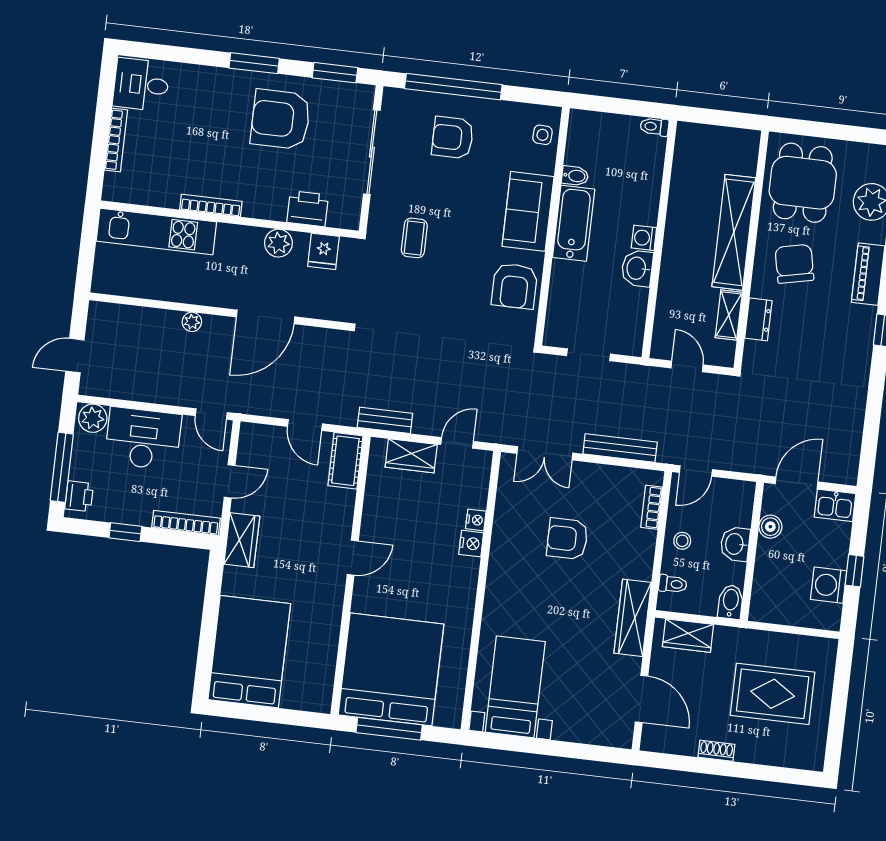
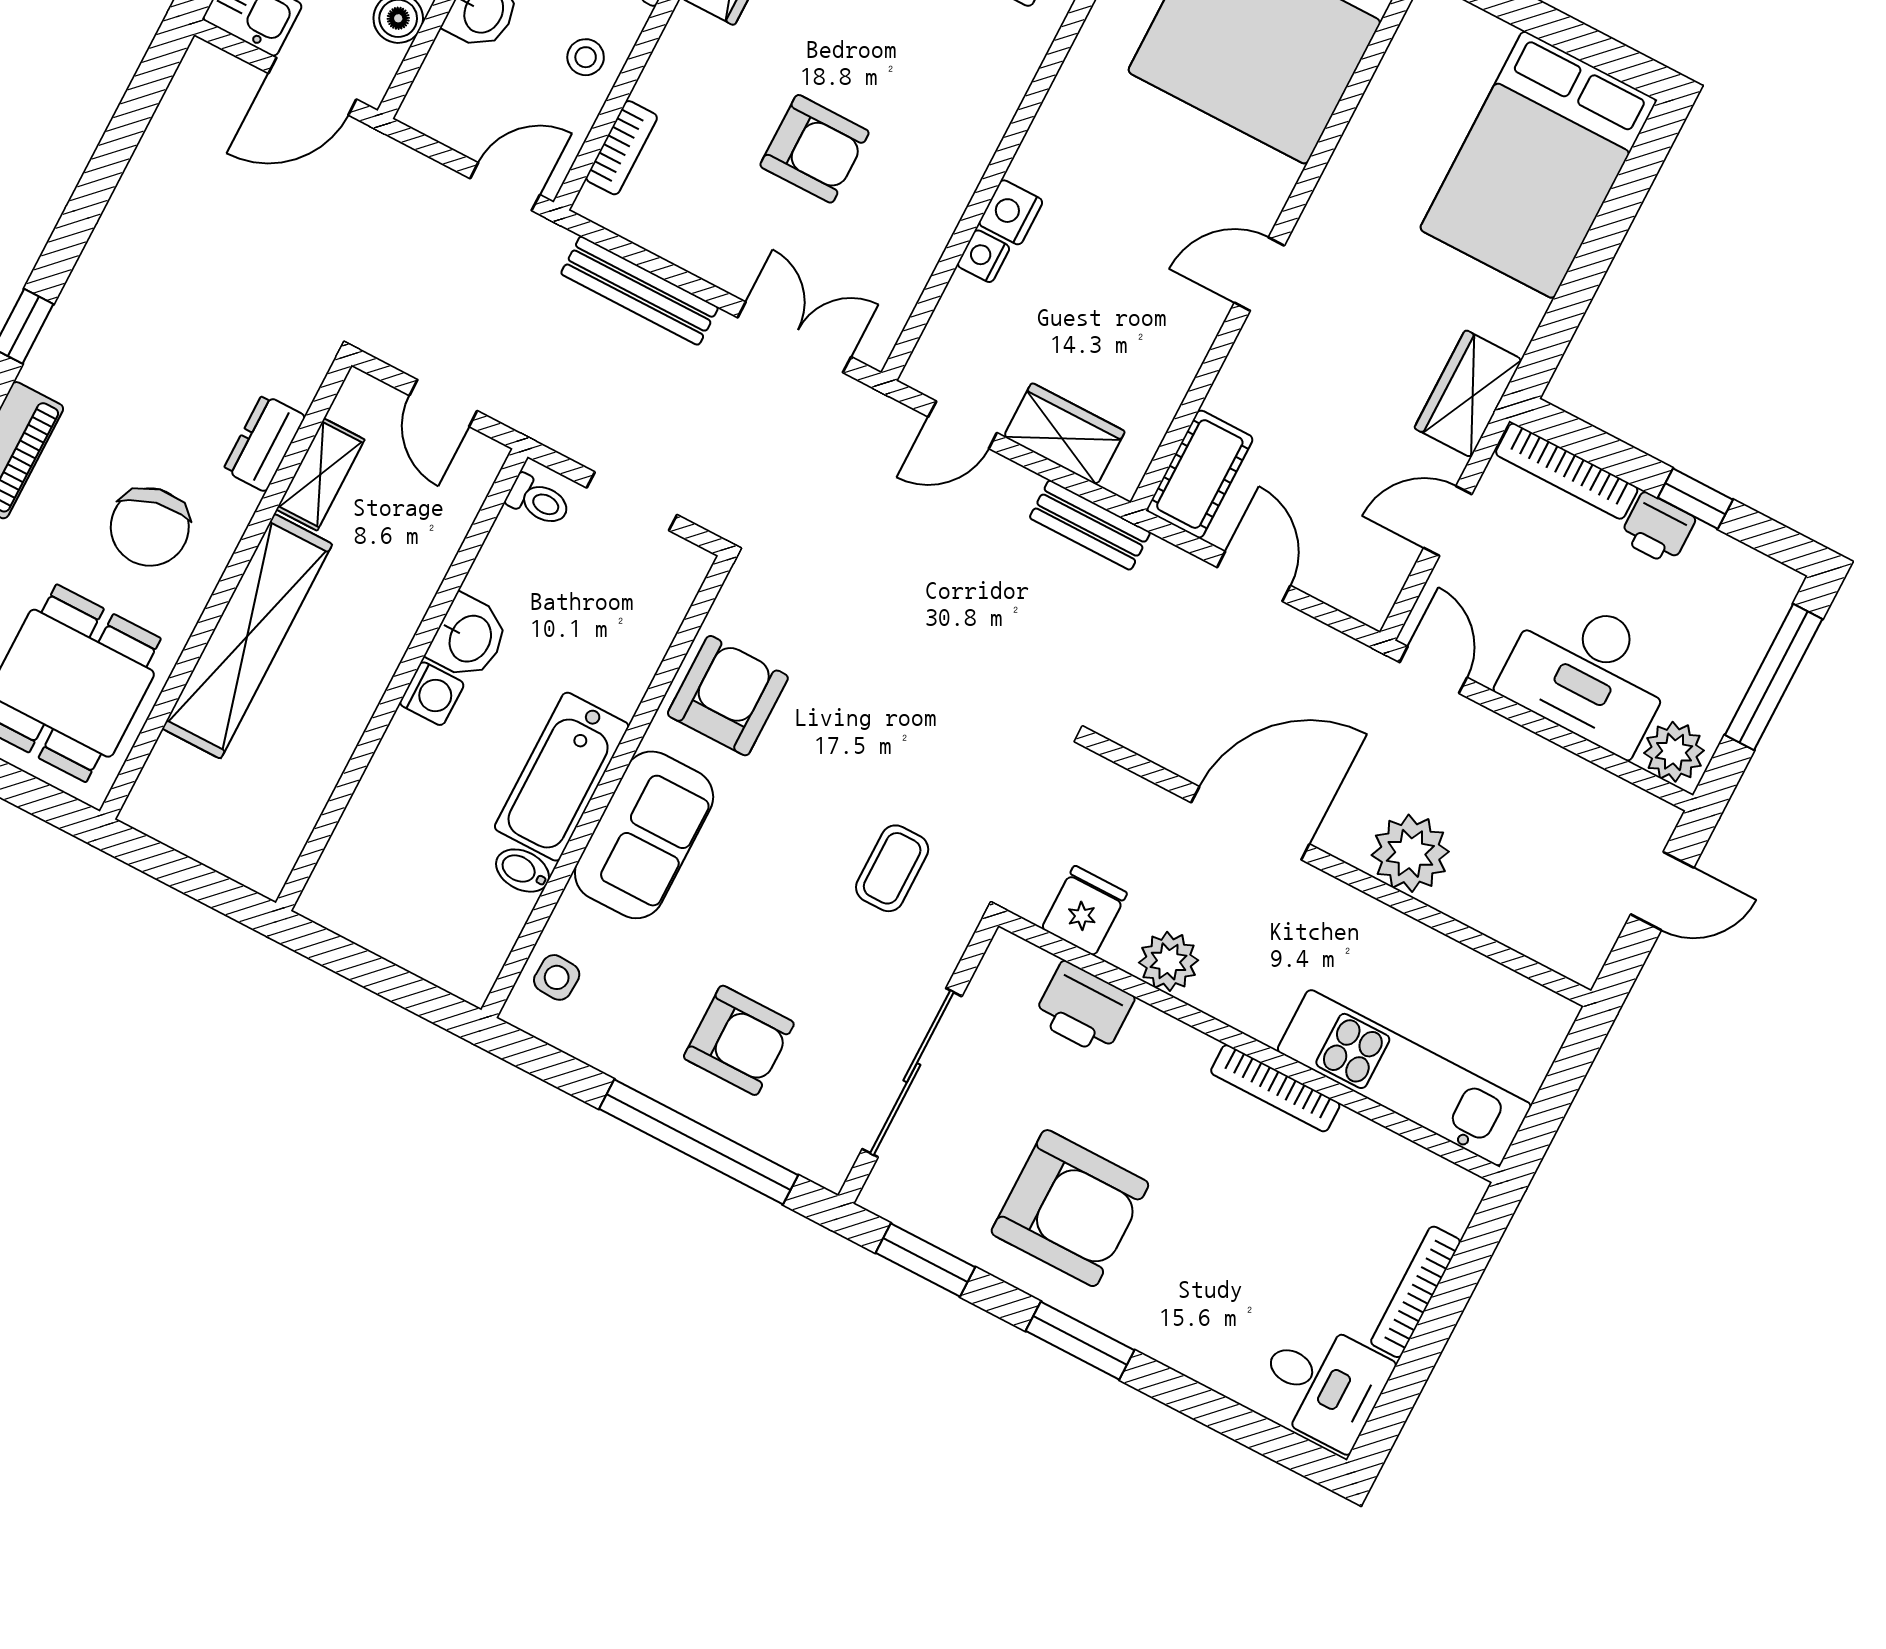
toilet: (654, 127) -> (538, 500), moved
plant: (192, 322) -> (1410, 853), width x1.88, depth x1.88
printer: (79, 496) -> (1657, 529), moved, turned -90

